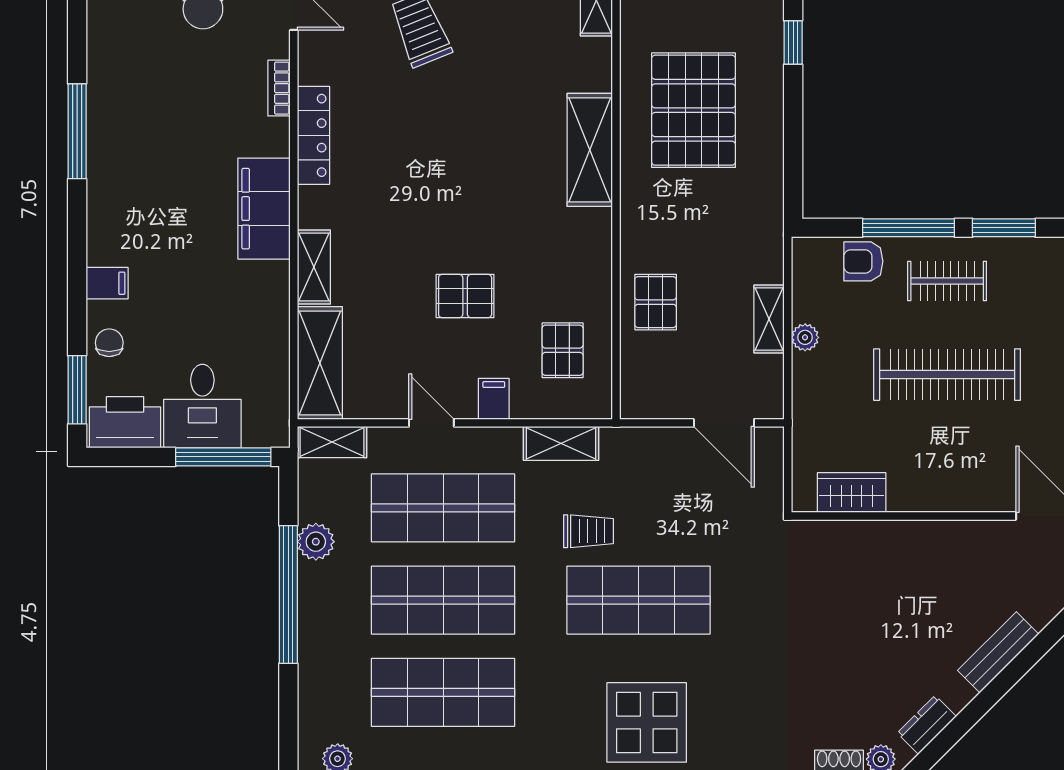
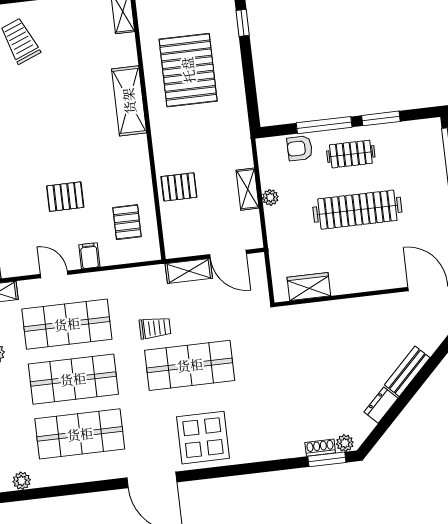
pallet: (656, 302) -> (179, 187), turned 90
shelving: (561, 443) -> (189, 271), moved
dresser: (927, 725) -> (381, 405), moved

